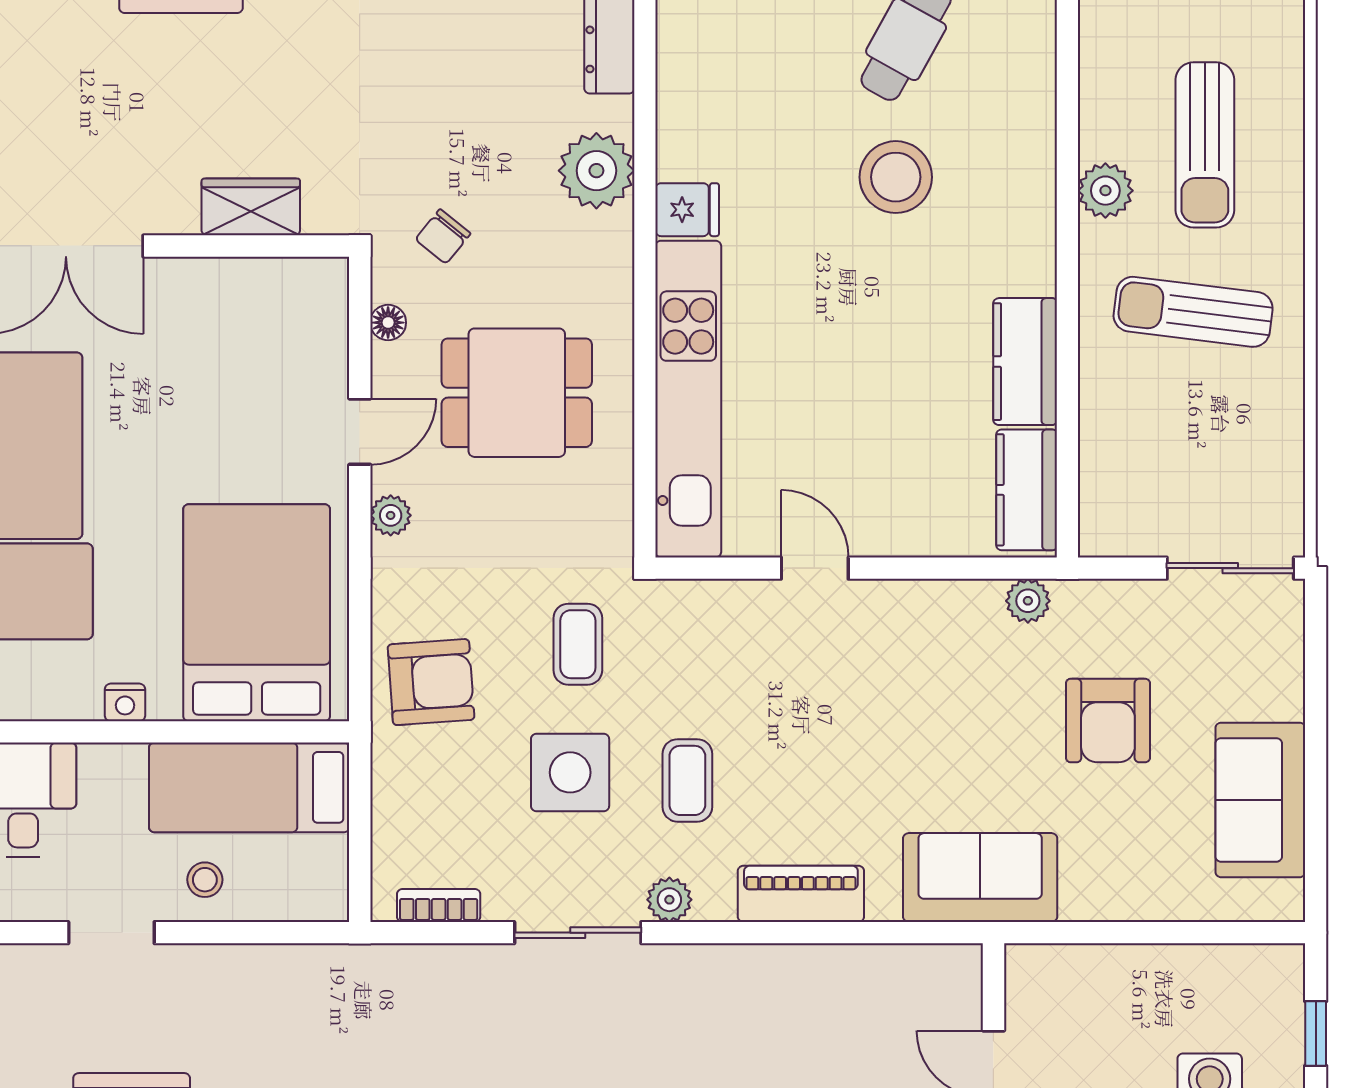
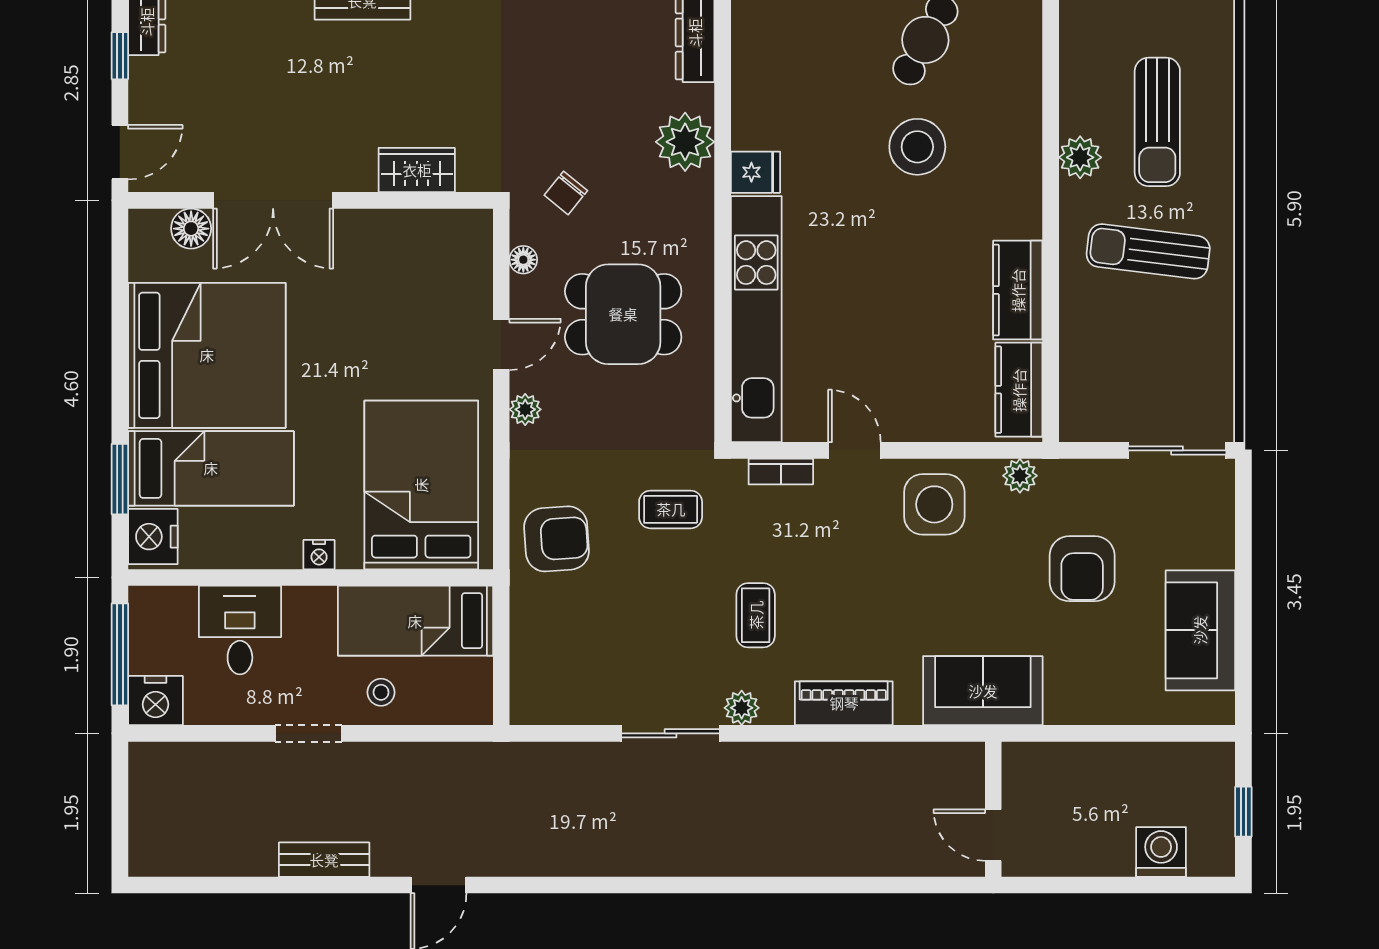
coffee table: (578, 644) -> (671, 509), turned 90
side table: (570, 772) -> (934, 504), moved
bookcase: (439, 905) -> (781, 472), moved, turned 180

